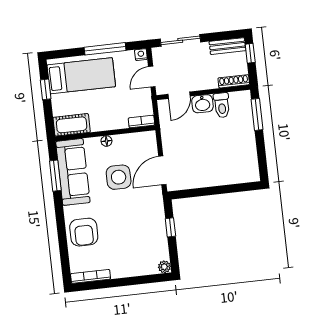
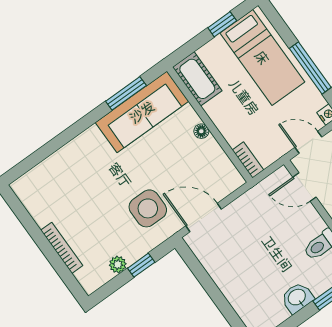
washbasin: (202, 104) -> (297, 298), moved, turned 90
side table: (119, 177) -> (148, 208), moved
armchair: (84, 232) -> (78, 165), removed
plant: (164, 267) -> (118, 264), moved
bookcase: (91, 276) -> (62, 248), moved

